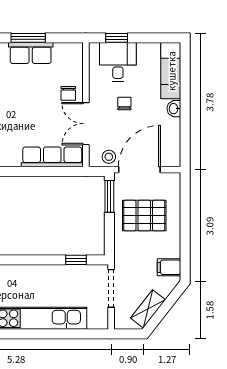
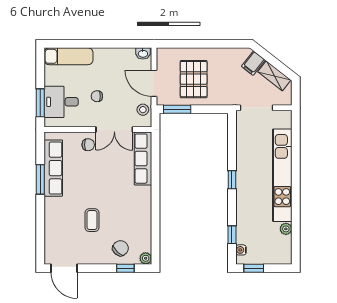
window: (117, 38) -> (40, 103), width x1.50
row of seats: (31, 53) -> (53, 168), width x1.48
washbasin: (174, 109) -> (143, 53), moved
door: (139, 170) -> (154, 83), width x0.73
window: (76, 260) -> (232, 180), moved
filing cabinet: (169, 267) -> (253, 63), moved, turned 38

